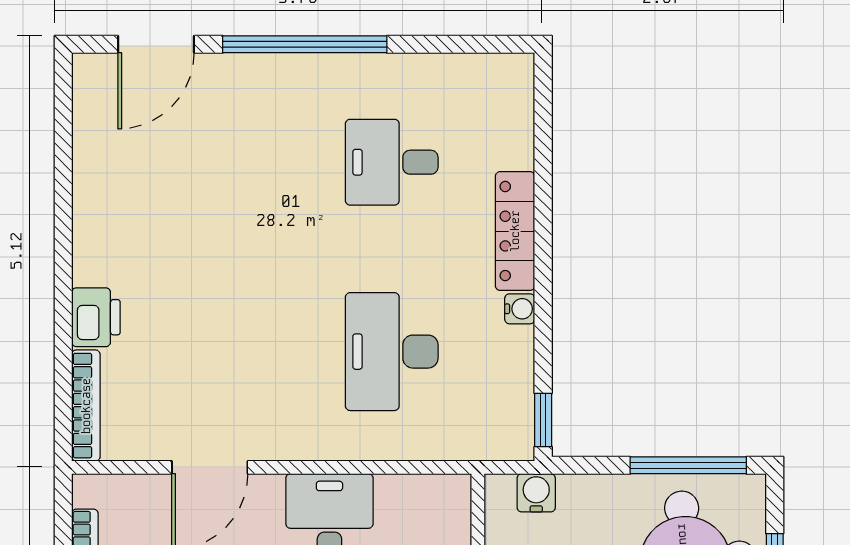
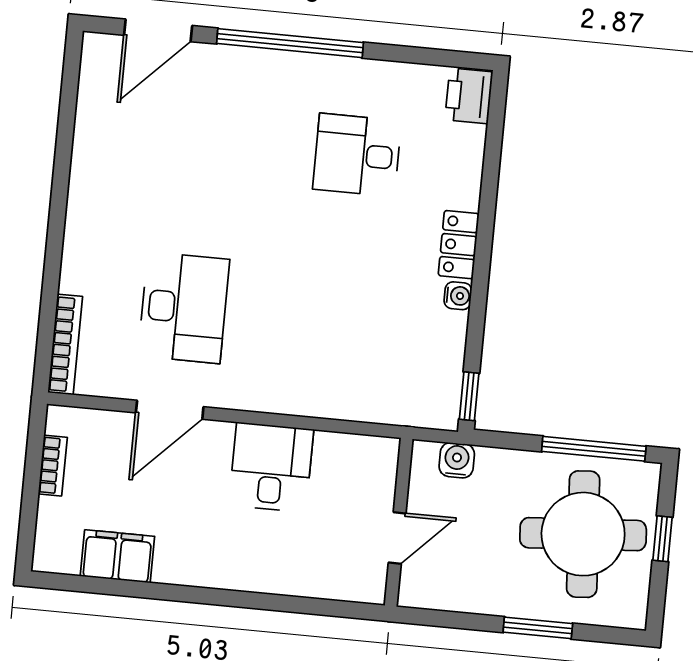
locker: (515, 231) -> (459, 245), width x0.66
printer: (96, 317) -> (469, 96), moved, turned 180
desk: (392, 352) -> (184, 308), moved, turned 180

